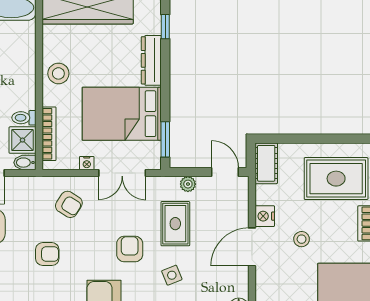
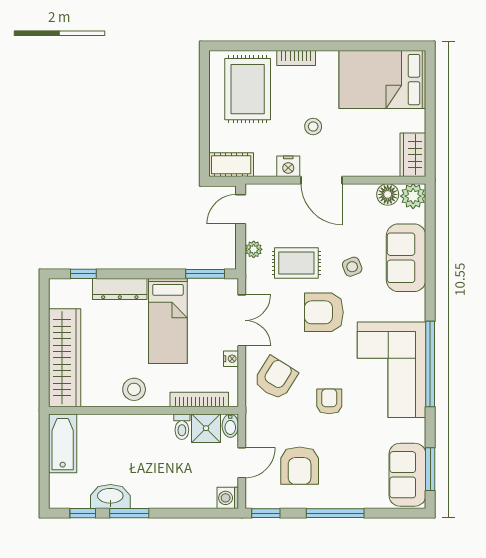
bed: (122, 114) -> (168, 321), width x0.67
armchair: (69, 204) -> (276, 378), width x1.38, depth x1.38
armchair: (130, 249) -> (324, 312), width x1.38, depth x1.38

